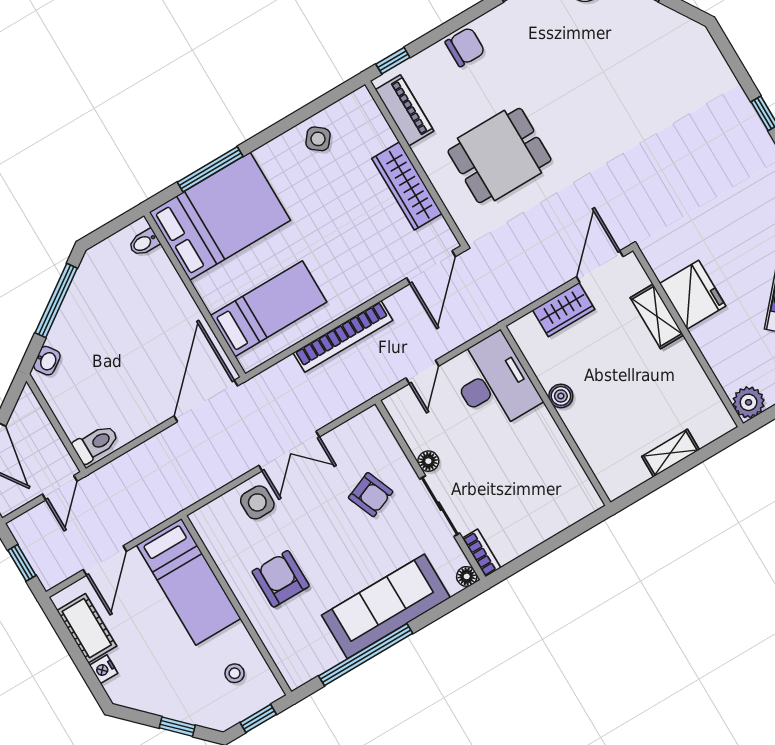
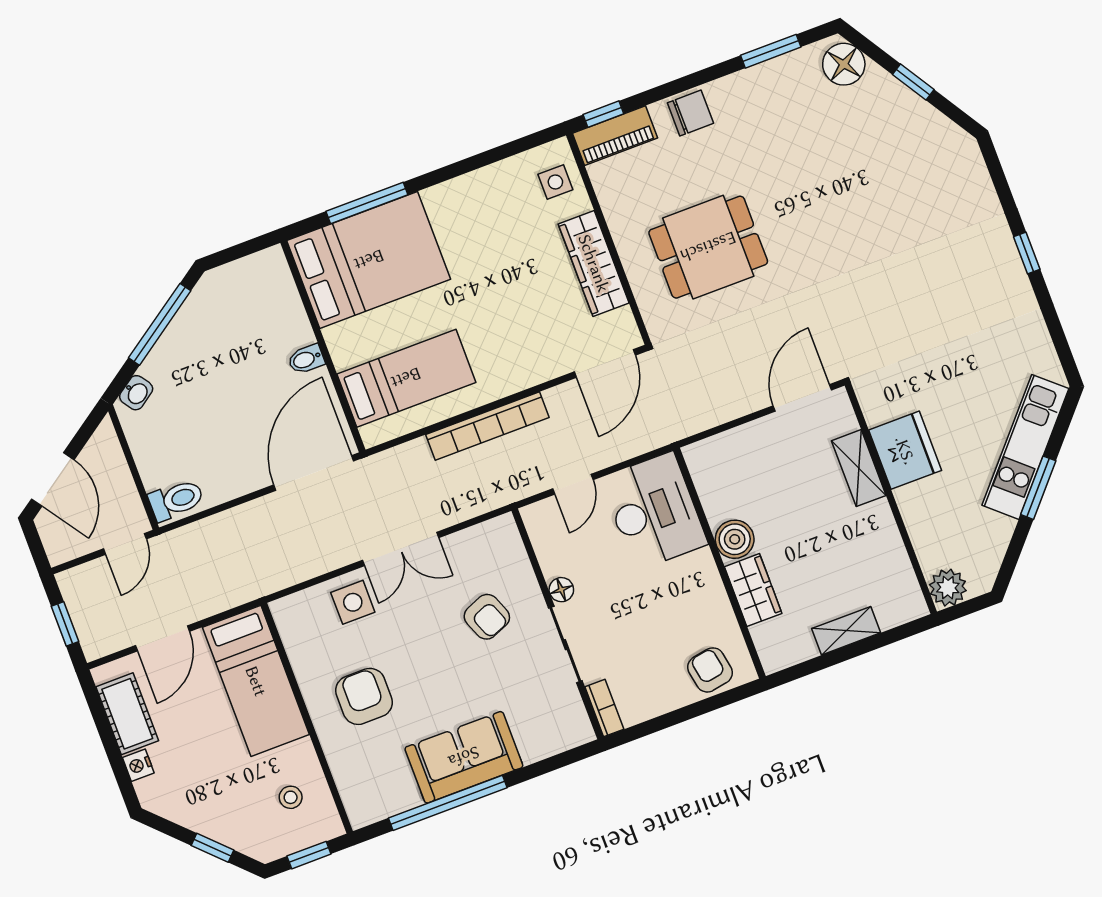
piano: (405, 110) -> (615, 136), moved, turned 90
side table: (318, 139) -> (555, 182), moved, turned -38
bidet: (144, 243) -> (306, 359), moved
wardrobe: (564, 310) -> (753, 590), moved, turned -90
boiler: (561, 396) -> (735, 539), width x1.36, depth x1.36
armchair: (563, 506) -> (710, 670), added
floor lamp: (467, 576) -> (582, 732), removed
sofa: (386, 606) -> (464, 757), width x0.73

